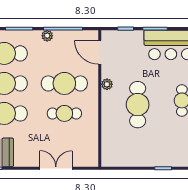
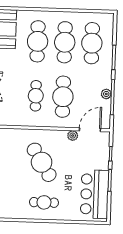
plant: (47, 36) -> (106, 94), moved
plant: (107, 84) -> (73, 136), moved
cafe table: (138, 105) -> (42, 162), turned 58

